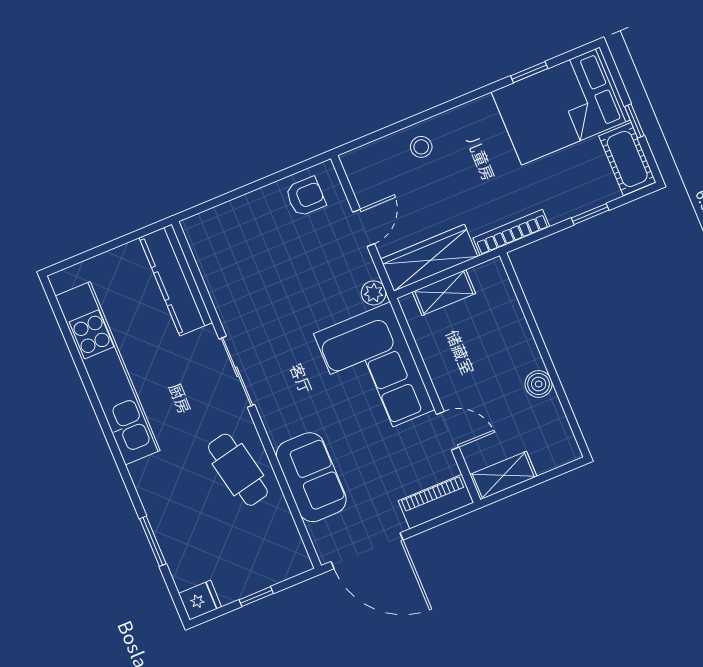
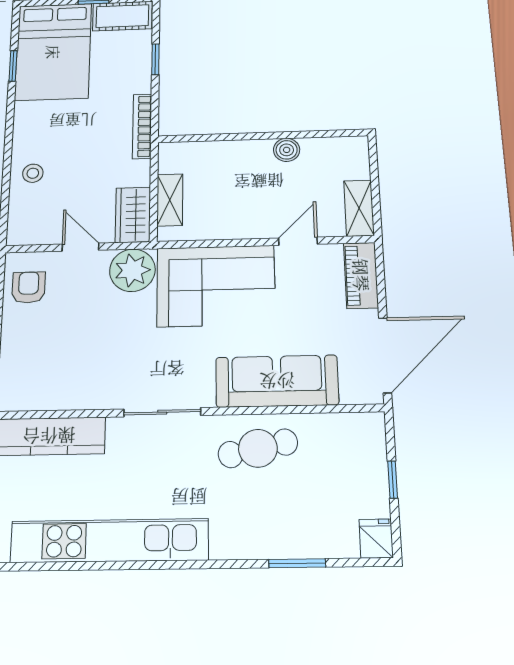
wardrobe: (429, 258) -> (133, 215), width x0.67
plant: (374, 293) -> (132, 270), width x1.87, depth x1.87
sofa: (311, 477) -> (277, 381), width x1.36

